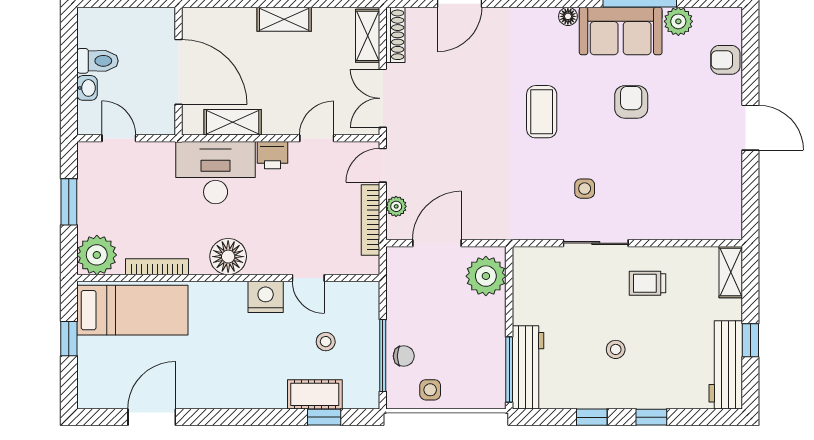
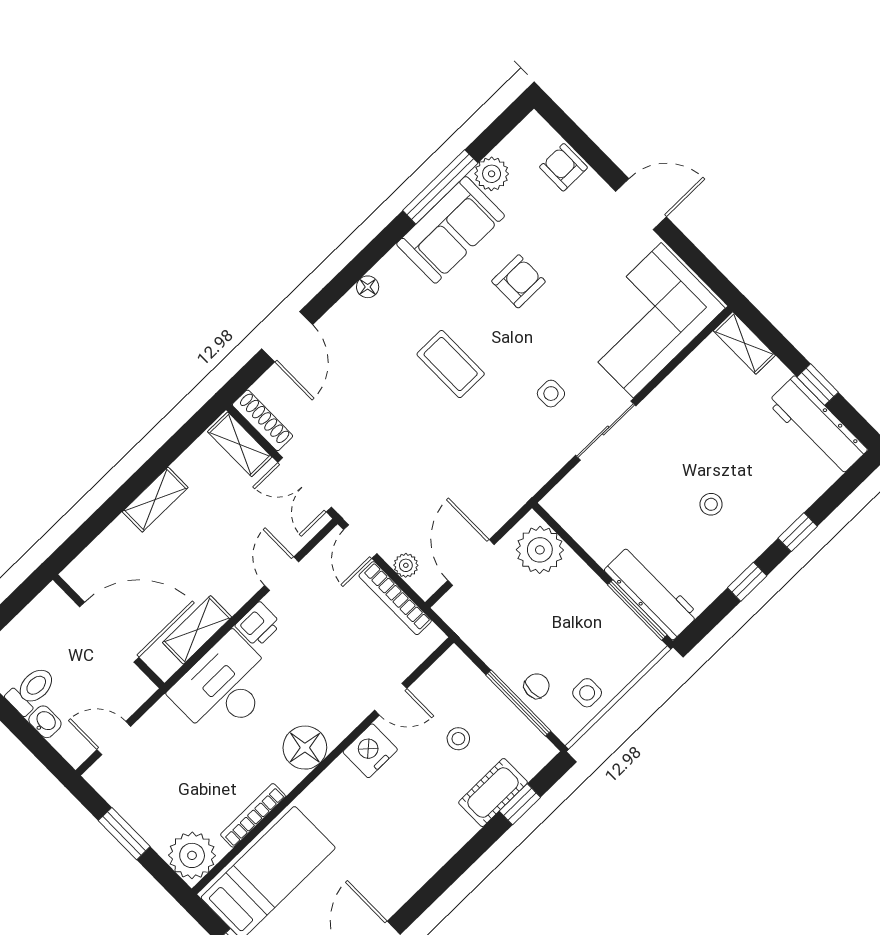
floor lamp: (568, 16) -> (368, 287), moved
armchair: (725, 60) -> (563, 167), turned 90
armchair: (631, 102) -> (518, 281), turned 90
corner sofa: (686, 201) -> (647, 320), added
trolley: (648, 283) -> (683, 422), removed

